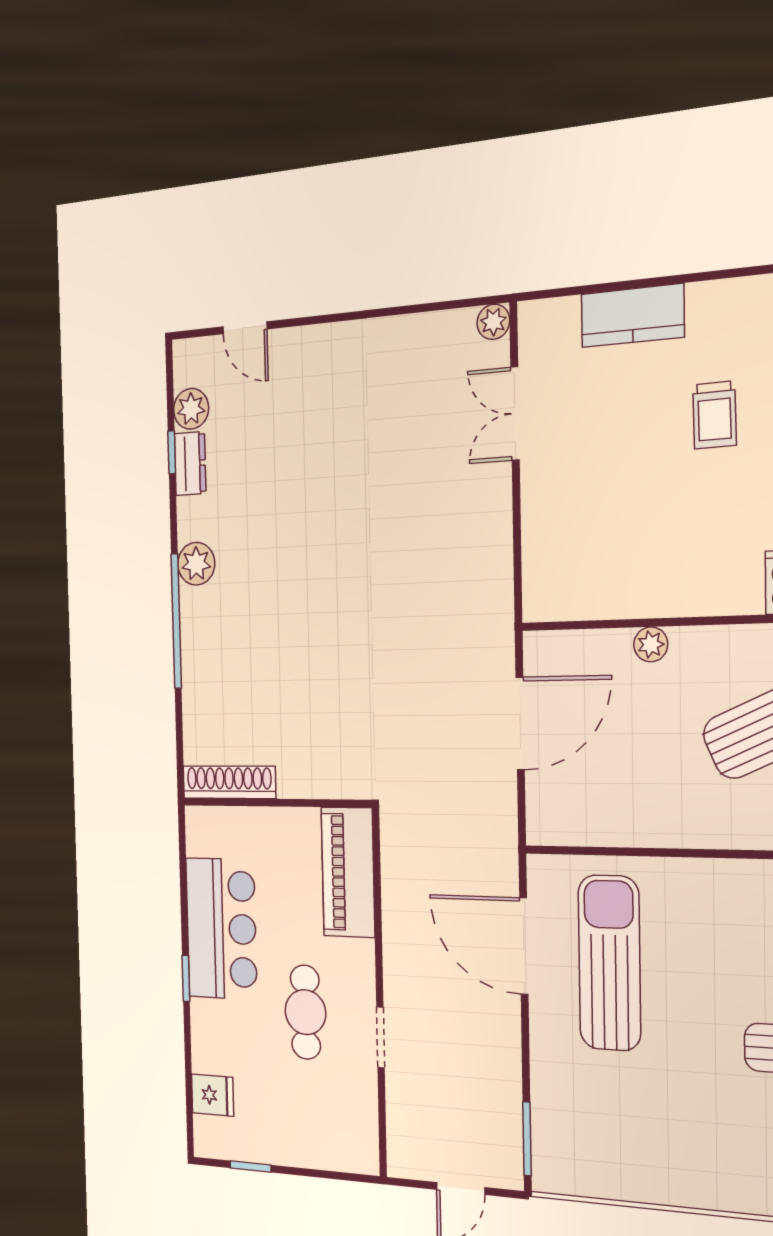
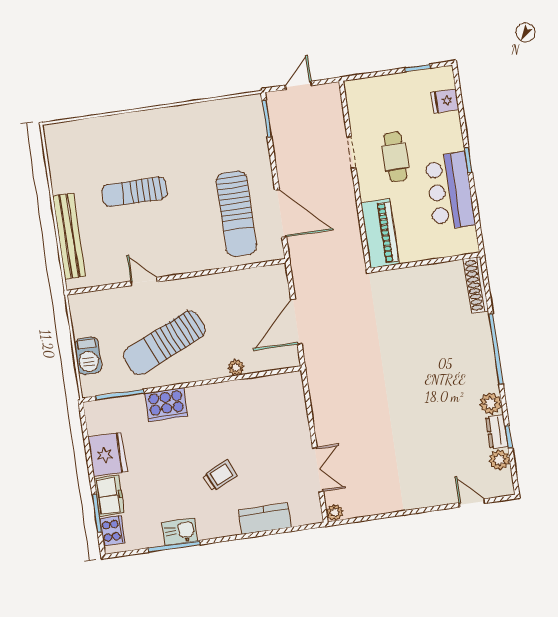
trolley: (715, 415) -> (220, 476), turned 66
plant: (196, 564) -> (490, 403), moved
shoe rack: (229, 782) -> (476, 285), moved, turned 90

